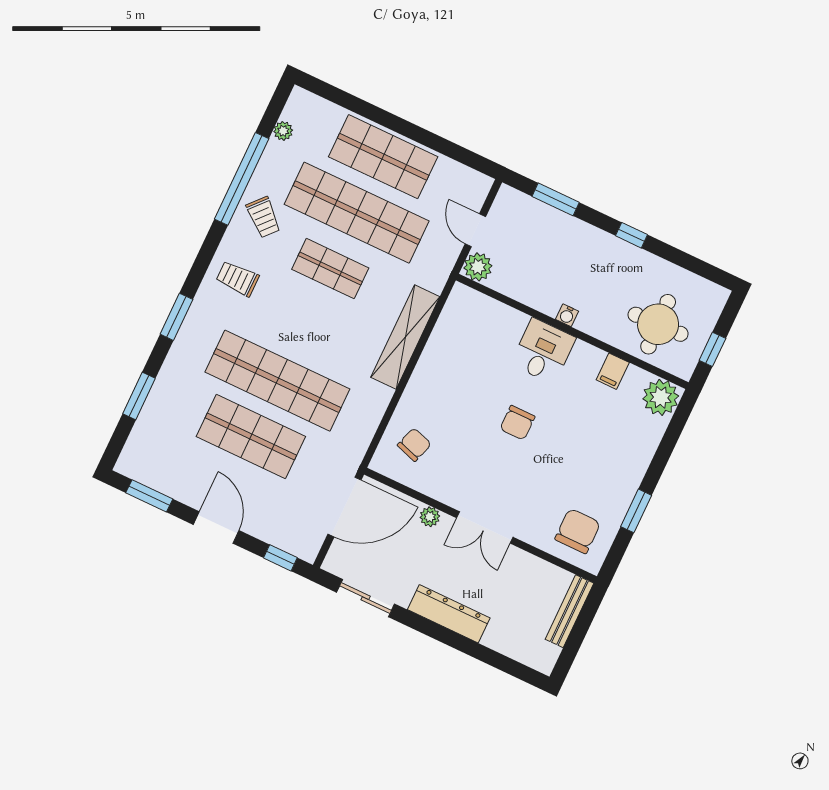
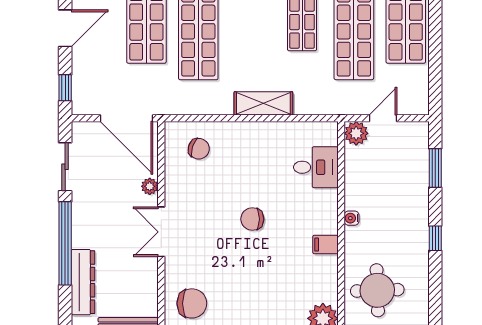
shelving: (405, 337) -> (263, 103), width x0.68
desk: (543, 351) -> (316, 167), moved
filing cabinet: (613, 371) -> (325, 245), moved
dresser: (449, 614) -> (83, 282), moved
window: (448, 637) -> (65, 243), added

